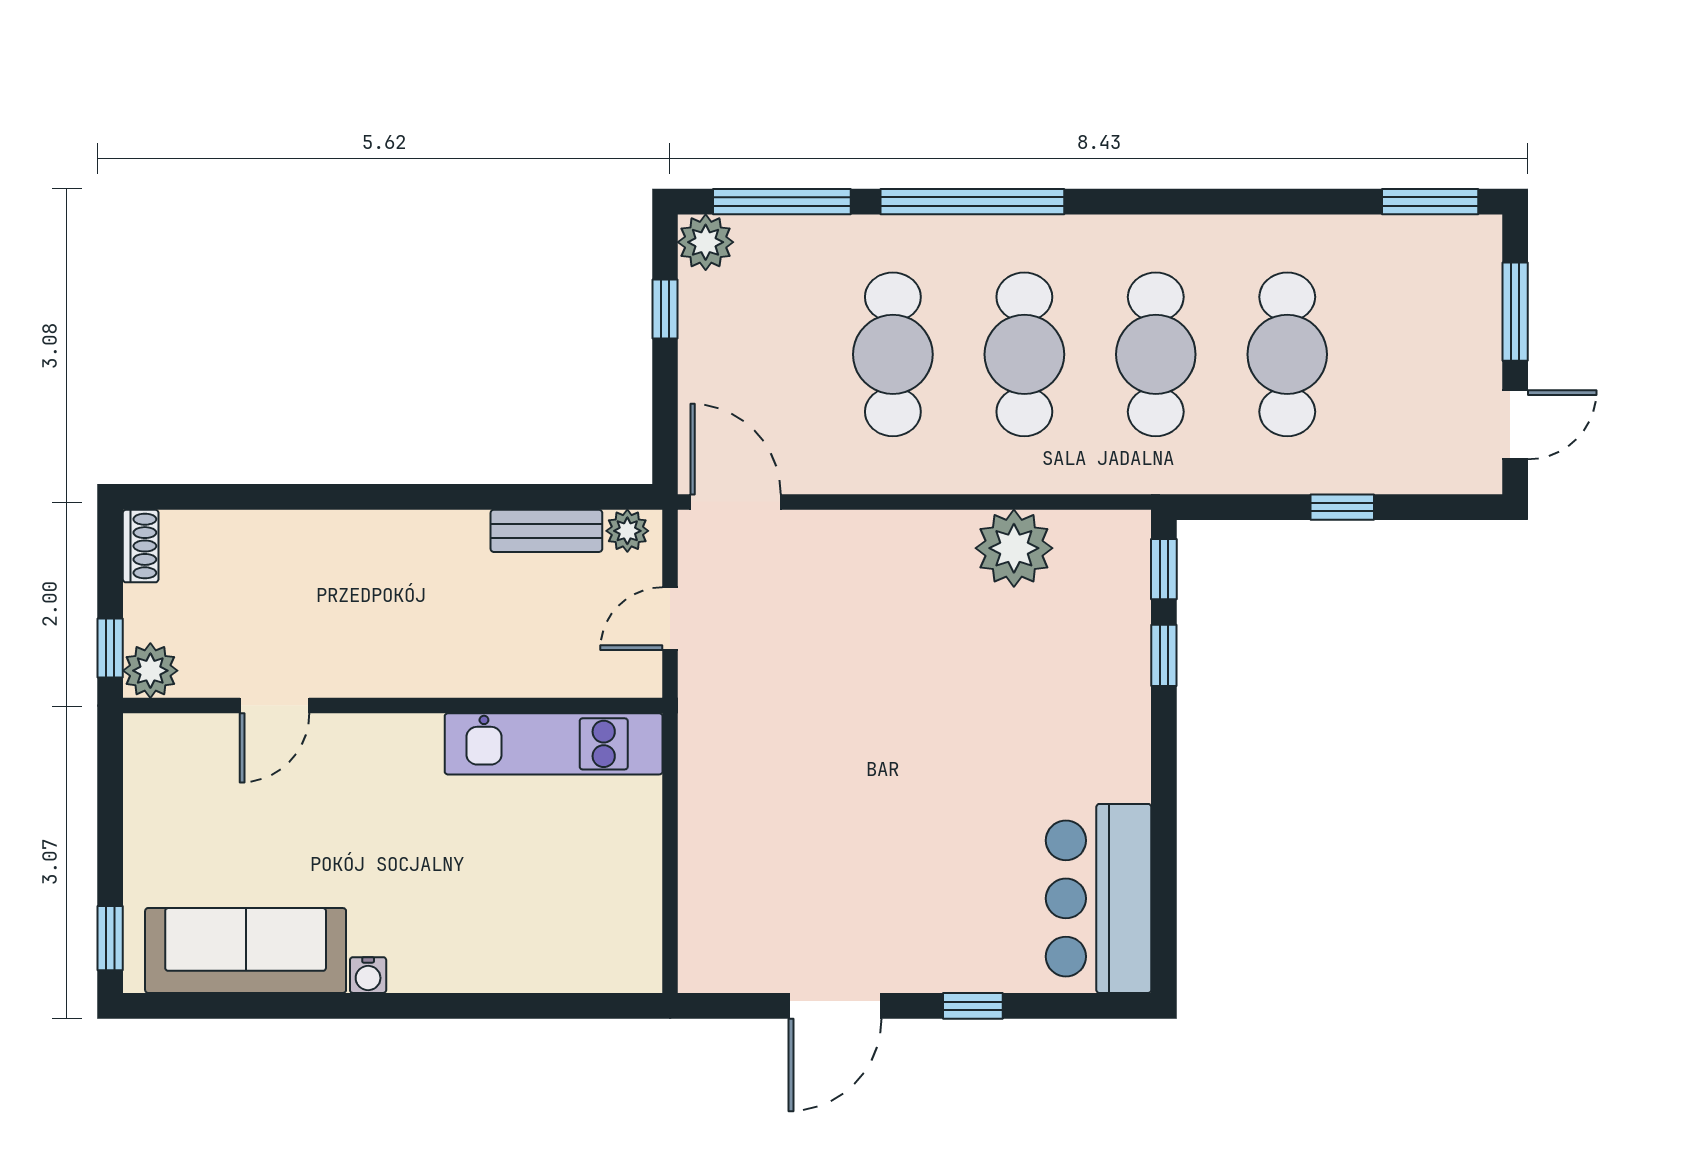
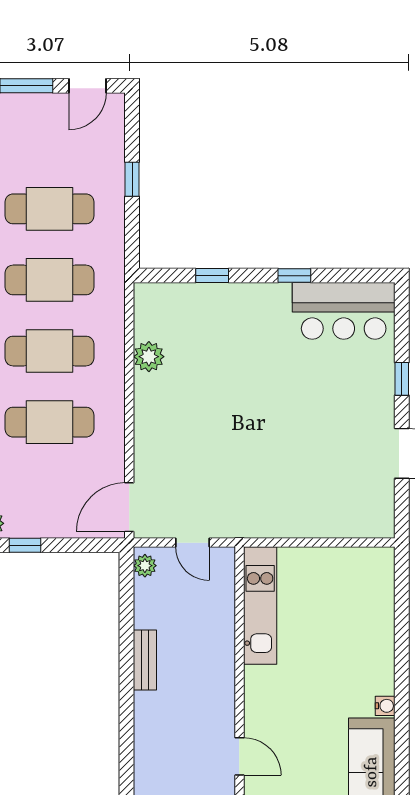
door: (1515, 425) -> (88, 86), swing flipped
bench: (546, 531) -> (145, 660), moved
plant: (1014, 548) -> (149, 357), width x0.73, depth x0.73
window: (1164, 569) -> (294, 276), moved

